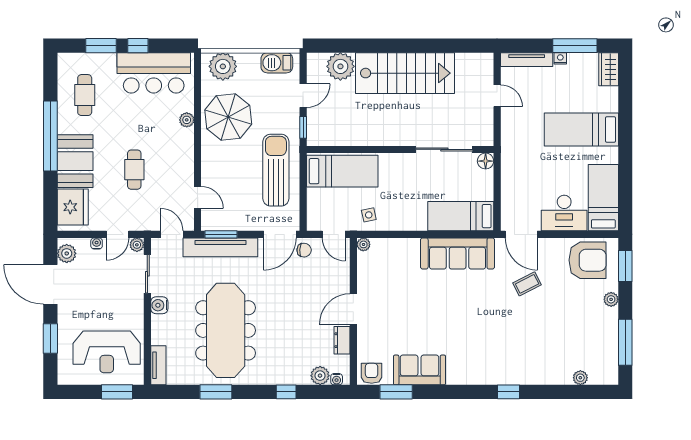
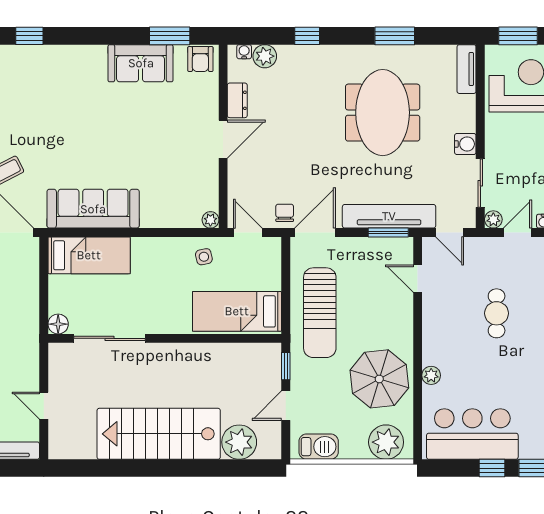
chair: (304, 250) -> (285, 213), turned 87
meeting table: (226, 330) -> (383, 113), width x0.73

